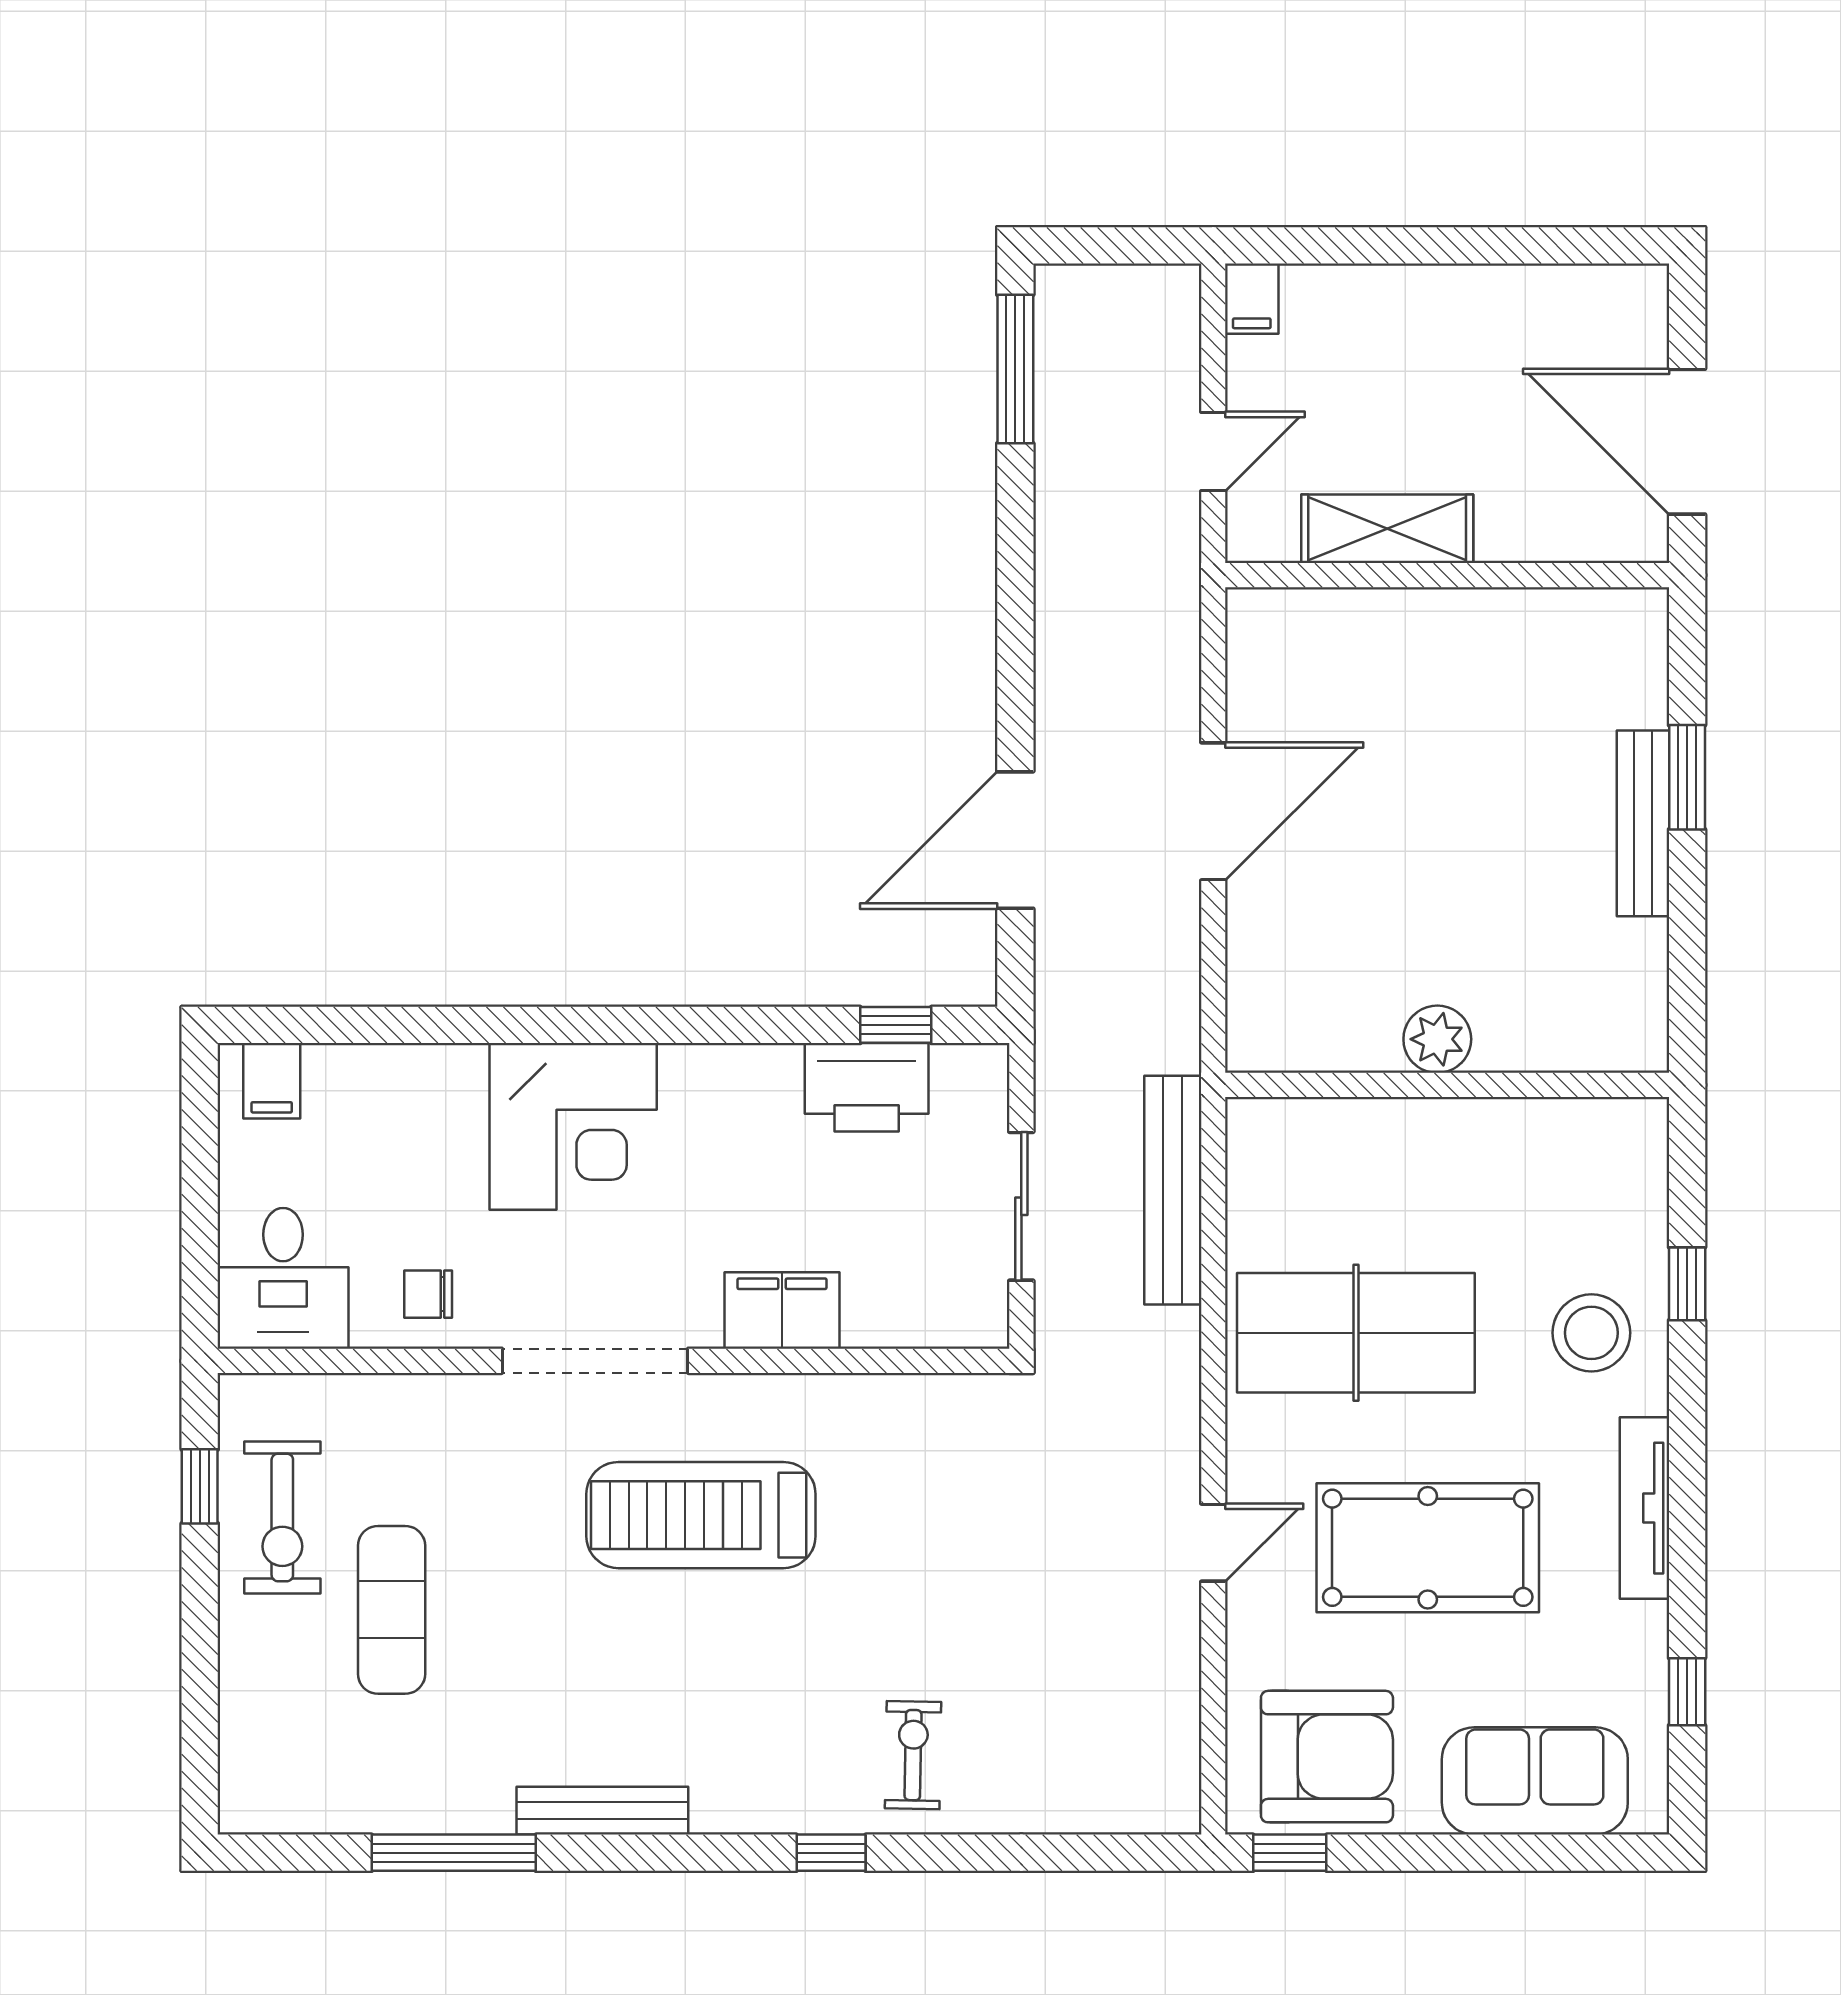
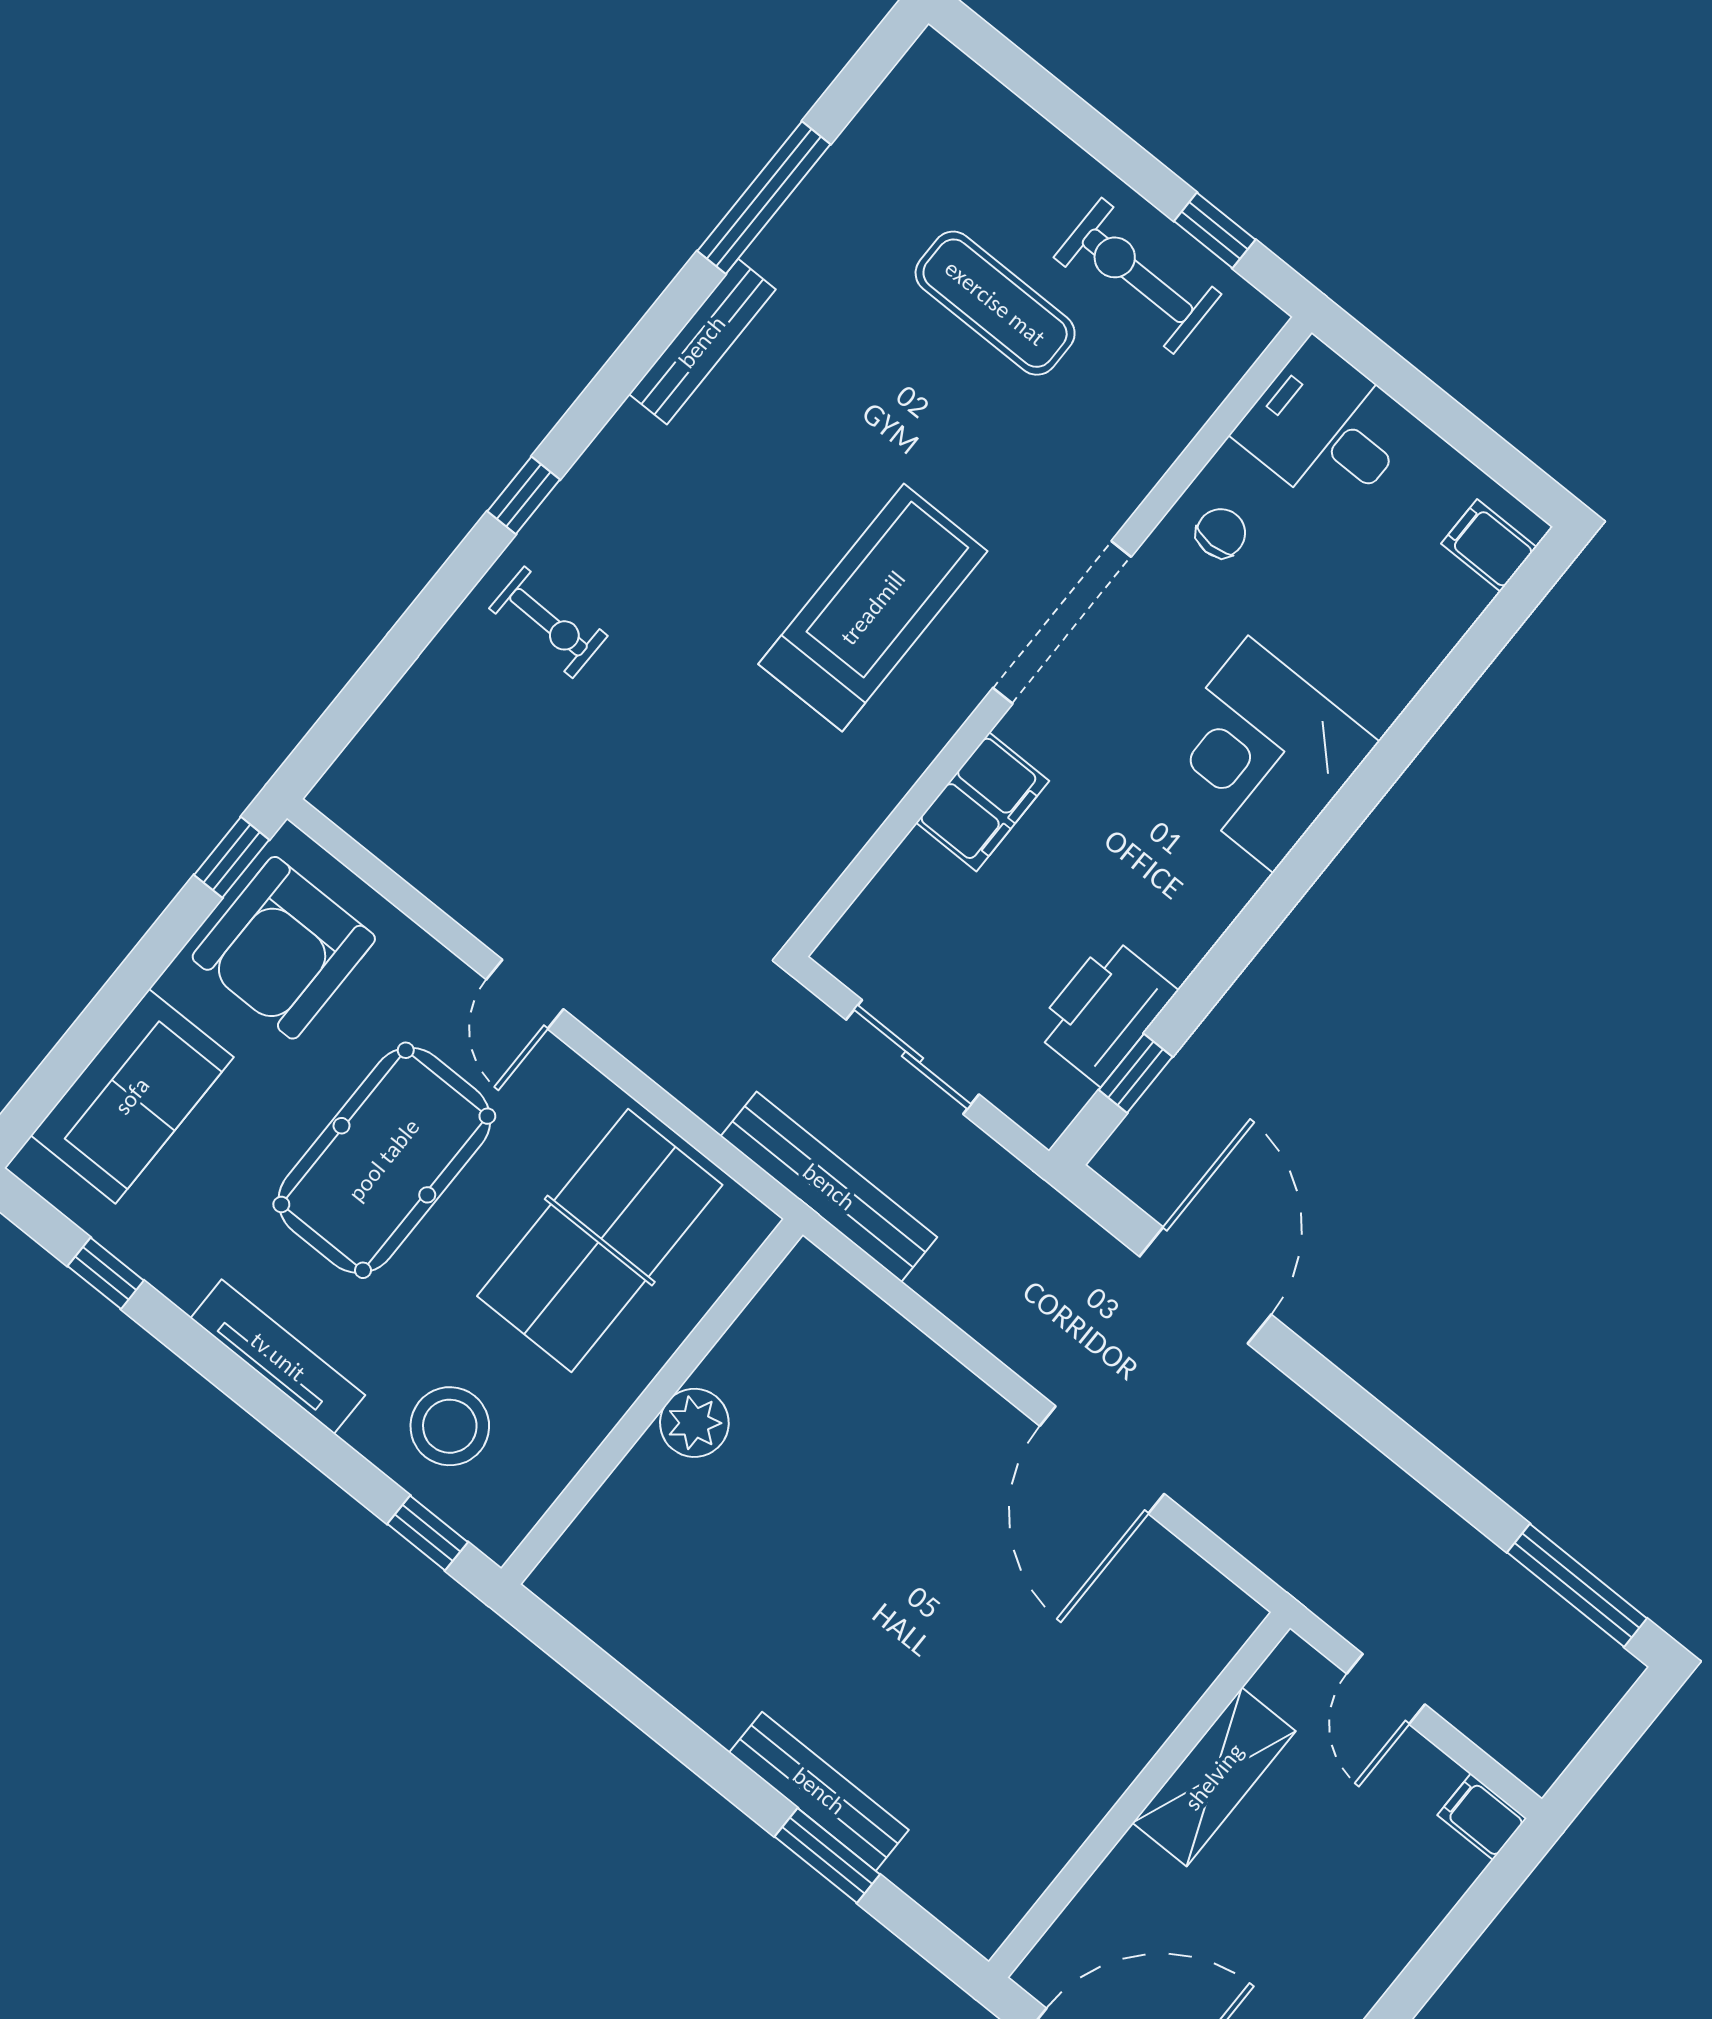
plant: (1437, 1039) -> (694, 1423), moved
wall: (1447, 1085) -> (652, 1402), moved

